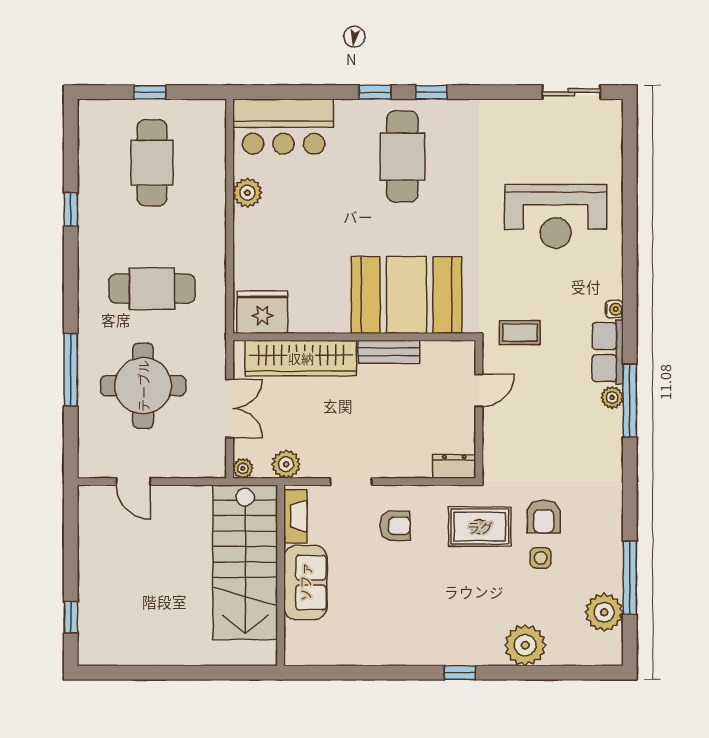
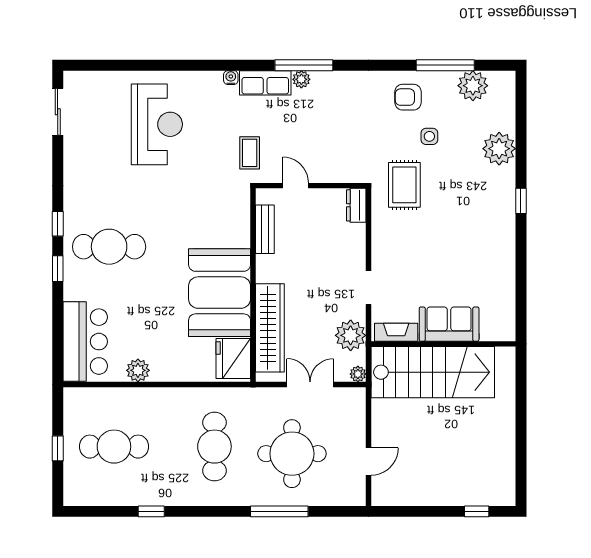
booth: (406, 295) -> (220, 293), moved
bench: (389, 352) -> (265, 229), moved
plant: (286, 464) -> (351, 335), width x1.36, depth x1.36
armchair: (544, 517) -> (408, 97), moved, turned 180
armchair: (395, 526) -> (404, 252), removed

